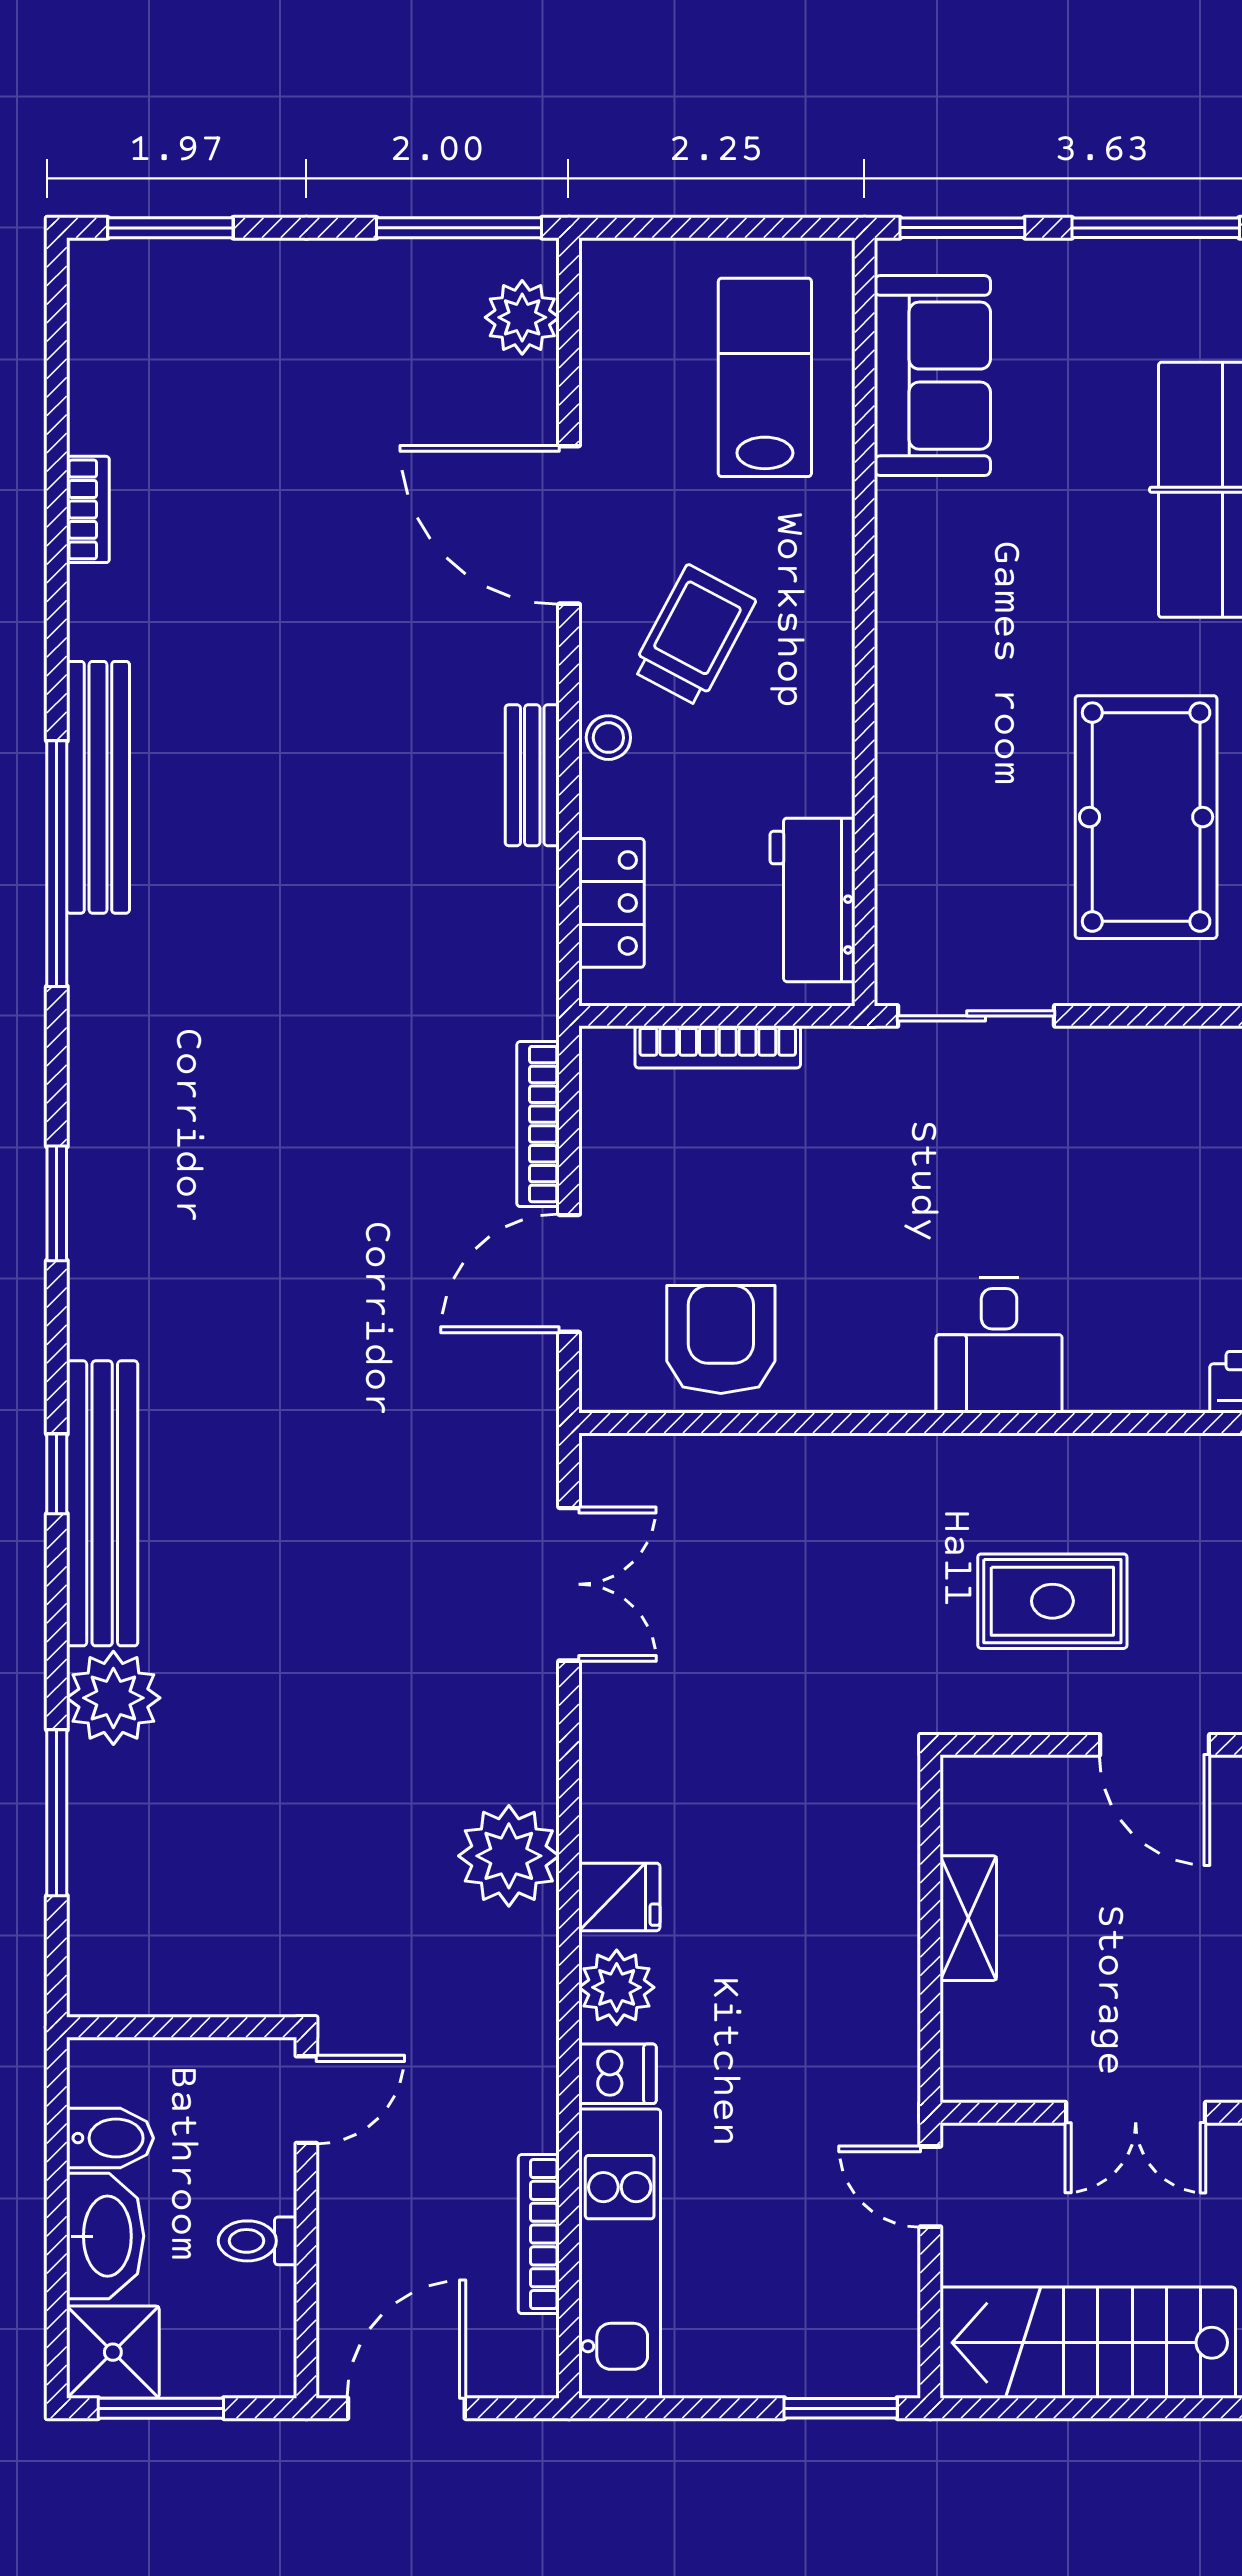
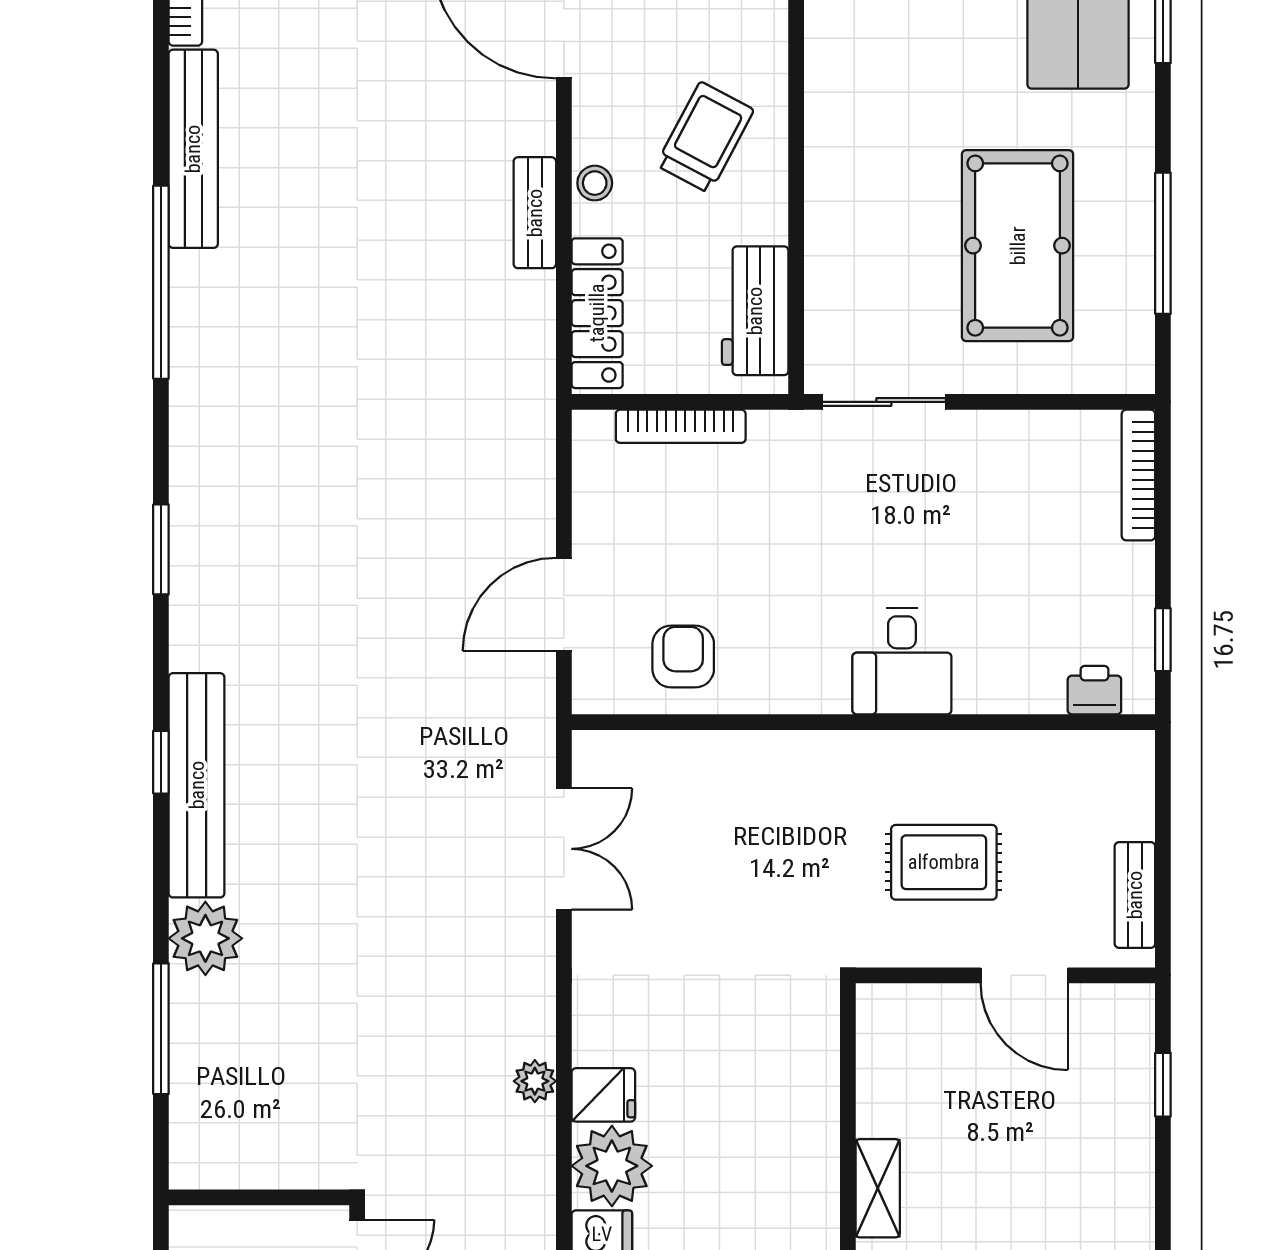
trolley: (694, 635) -> (705, 137), moved
bench: (98, 787) -> (193, 149), moved
locker: (612, 903) -> (597, 313), width x1.53
bookcase: (538, 1124) -> (539, 487), removed
armchair: (721, 1340) -> (683, 656), width x0.72, depth x0.72
plant: (509, 1856) -> (535, 1081), width x0.53, depth x0.53
shelving: (968, 1918) -> (878, 1188), moved
plant: (617, 1987) -> (612, 1166), width x1.36, depth x1.36

